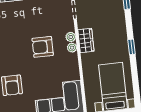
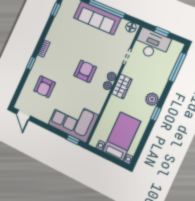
plant: (120, 36) -> (152, 99), added
armchair: (43, 47) -> (85, 71), turned 90

